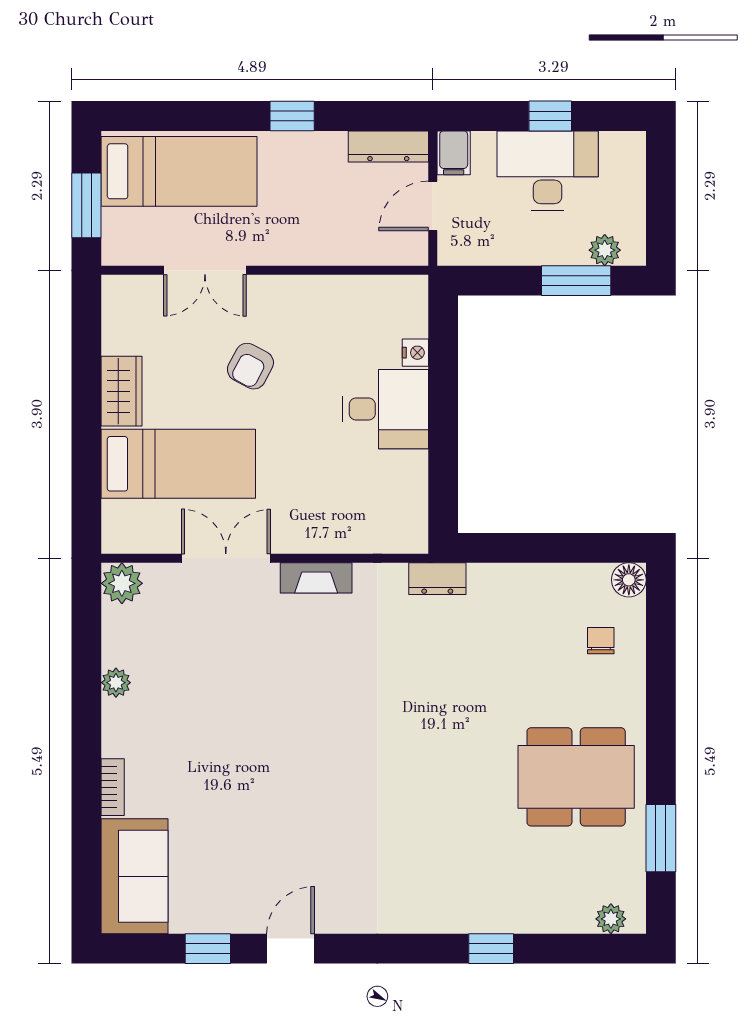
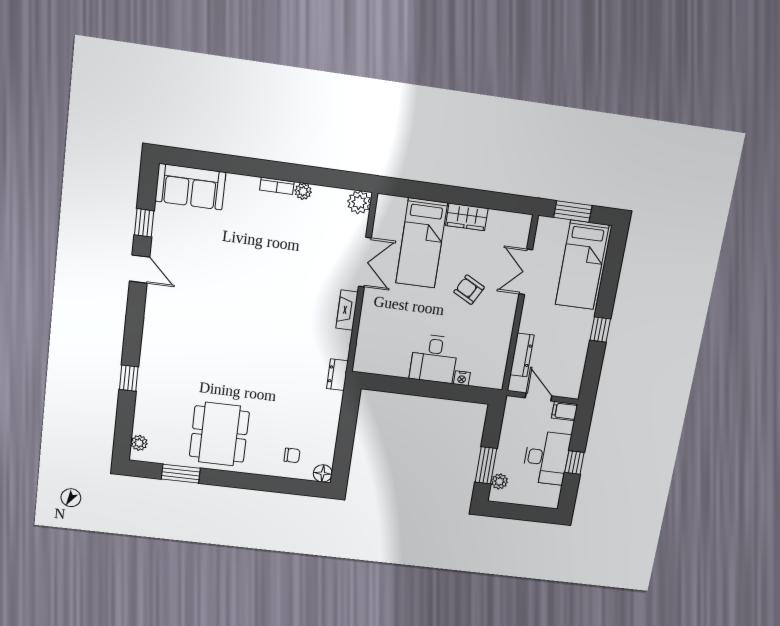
dresser: (388, 146) -> (522, 355), moved, turned 180
bookcase: (113, 787) -> (277, 186), moved

